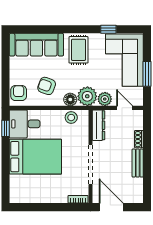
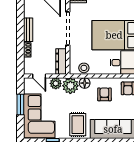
armchair: (47, 86) -> (104, 94), turned -110

